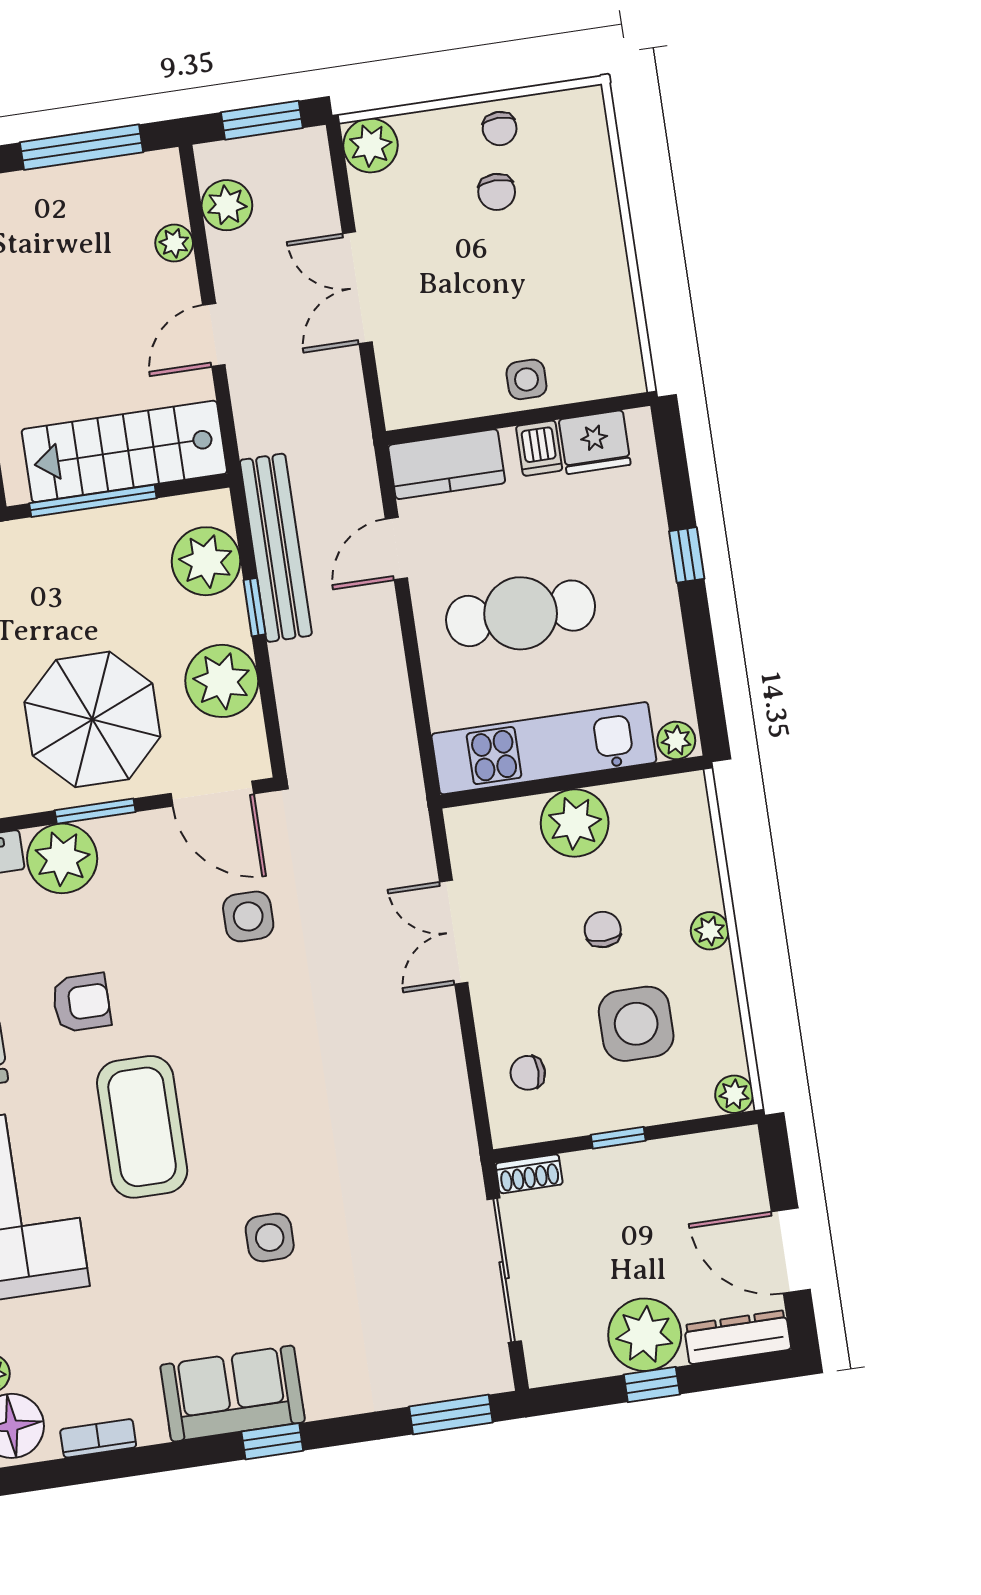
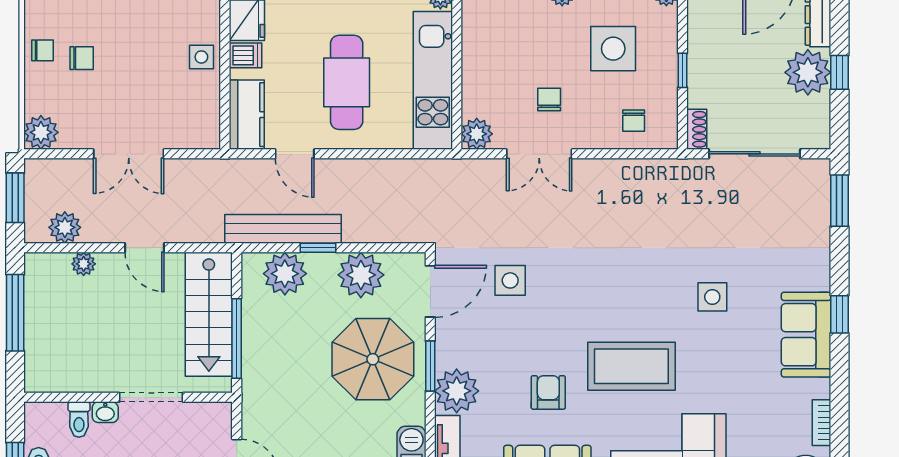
plant: (575, 823) -> (477, 134), moved, width x0.73, depth x0.73
chair: (603, 929) -> (549, 99), moved, turned 90

